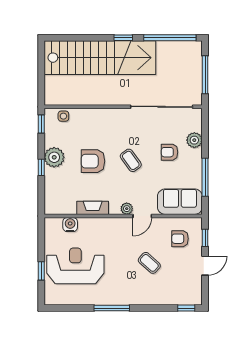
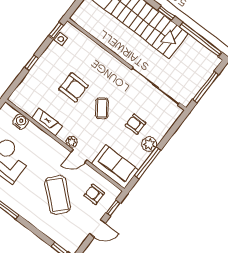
side table: (63, 116) -> (61, 39), moved
plant: (194, 140) -> (149, 144), moved
plant: (54, 157) -> (47, 63), removed
armchair: (93, 161) -> (74, 87), turned 180
coffee table: (149, 263) -> (58, 195), width x1.86, depth x1.72

